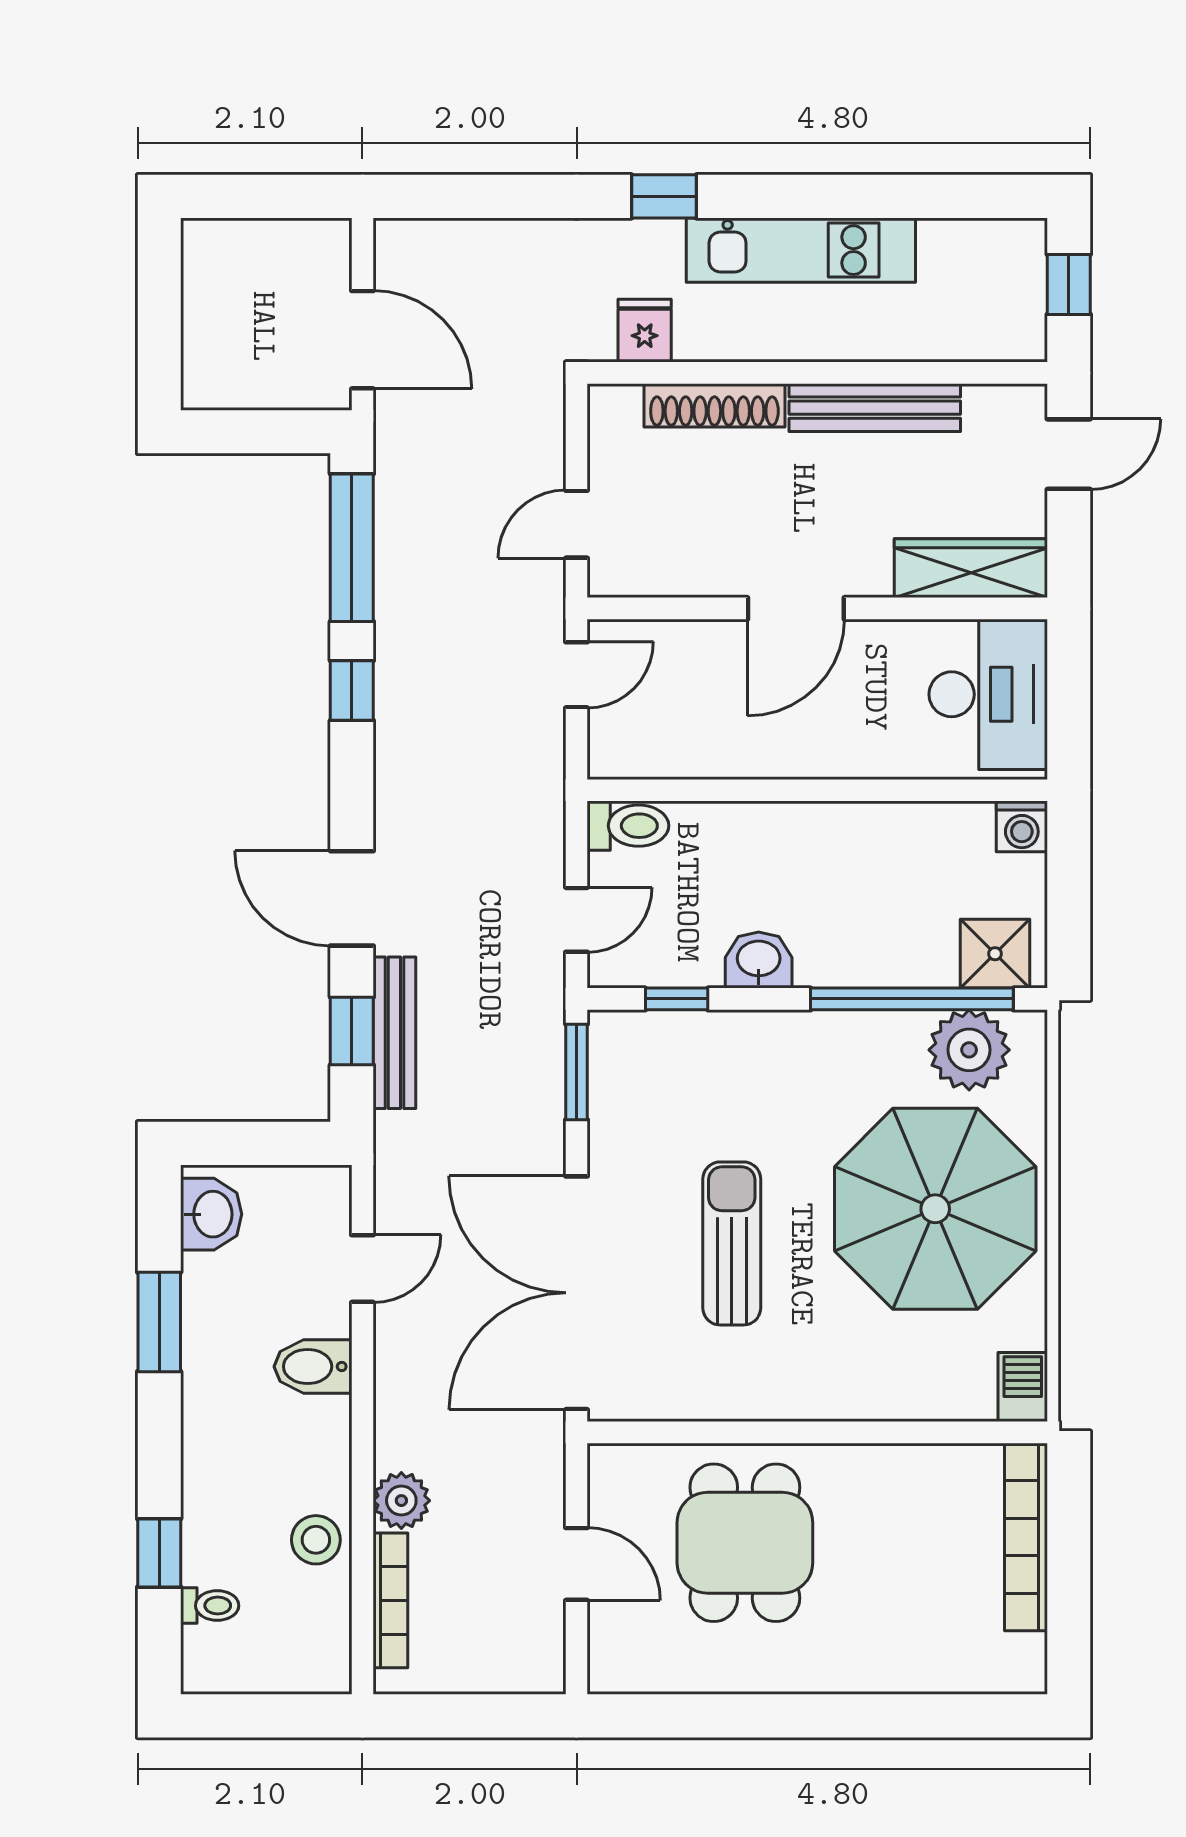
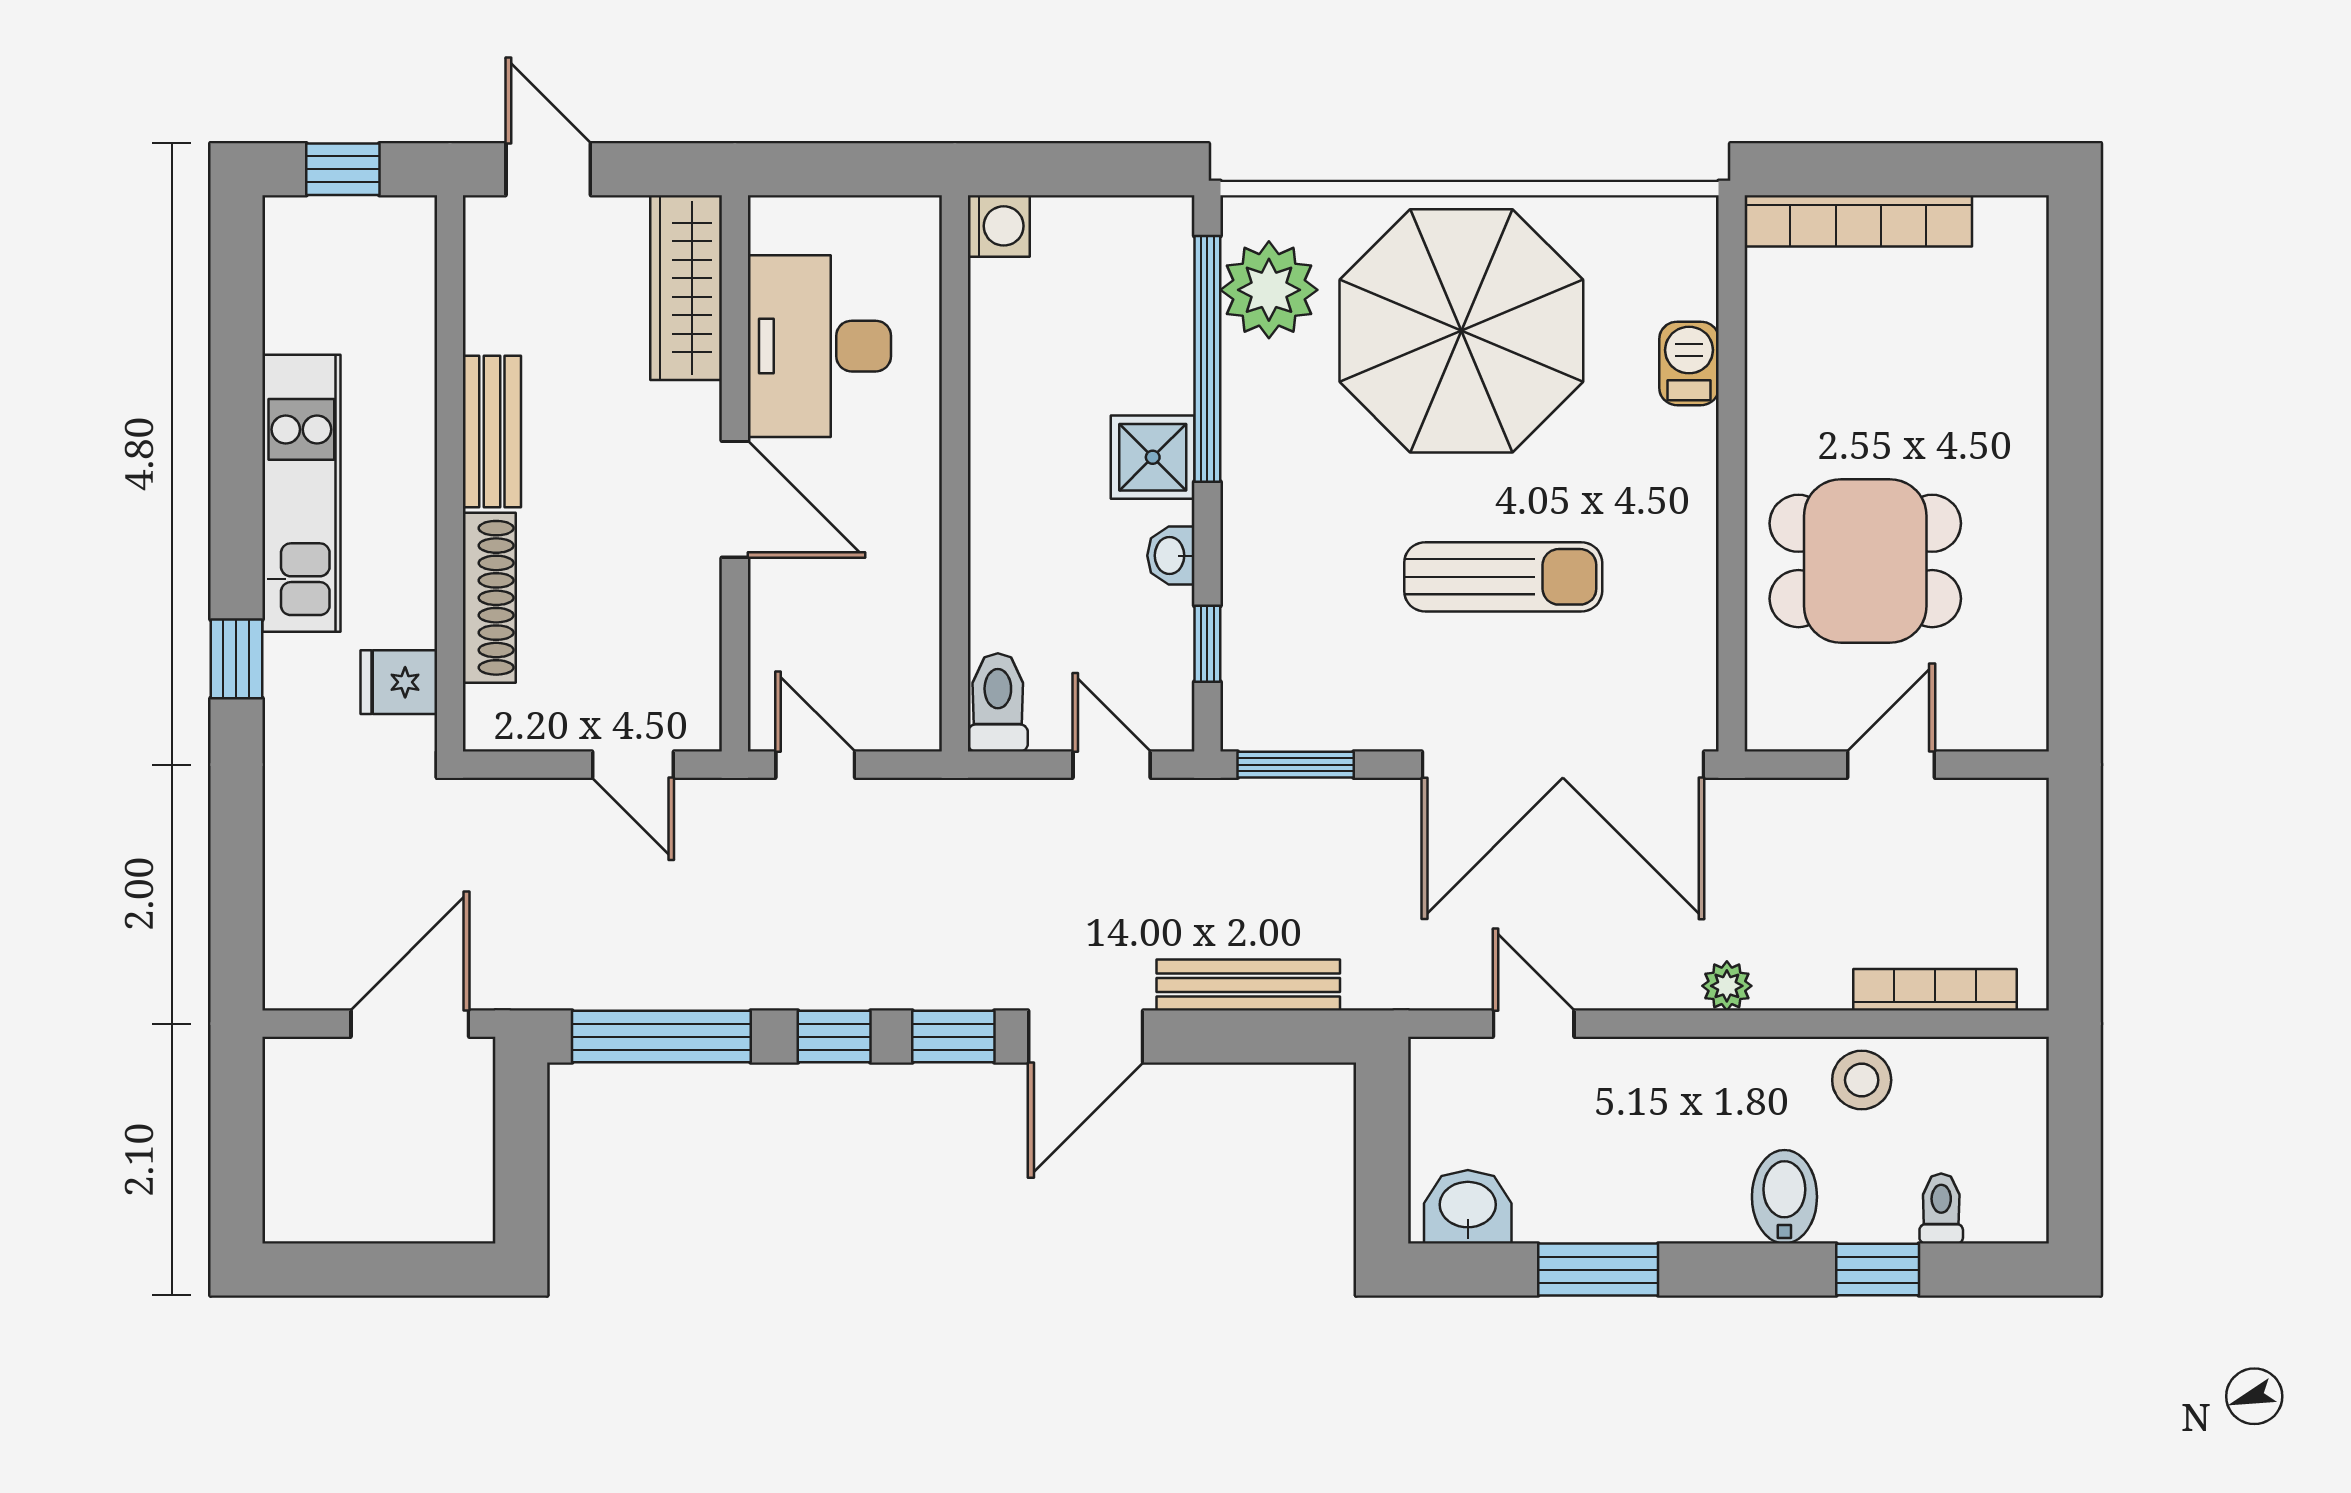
bench: (875, 408) -> (492, 431), width x0.73
desk: (988, 694) -> (819, 346), moved, turned -90
shower: (995, 954) -> (1153, 457), moved
washbasin: (759, 960) -> (1171, 556), width x0.72, depth x0.69
window: (352, 1031) -> (953, 1037), moved
sun lounger: (732, 1243) -> (1503, 577), turned 180
bidet: (313, 1367) -> (1784, 1197), moved, turned 180
barbecue: (1023, 1387) -> (1689, 363), moved, turned 90
plant: (401, 1501) -> (1727, 986), moved, width x0.73, depth x0.73

